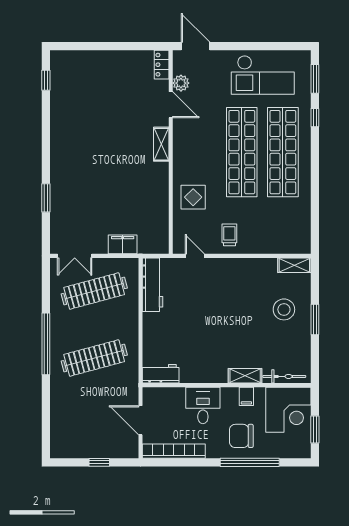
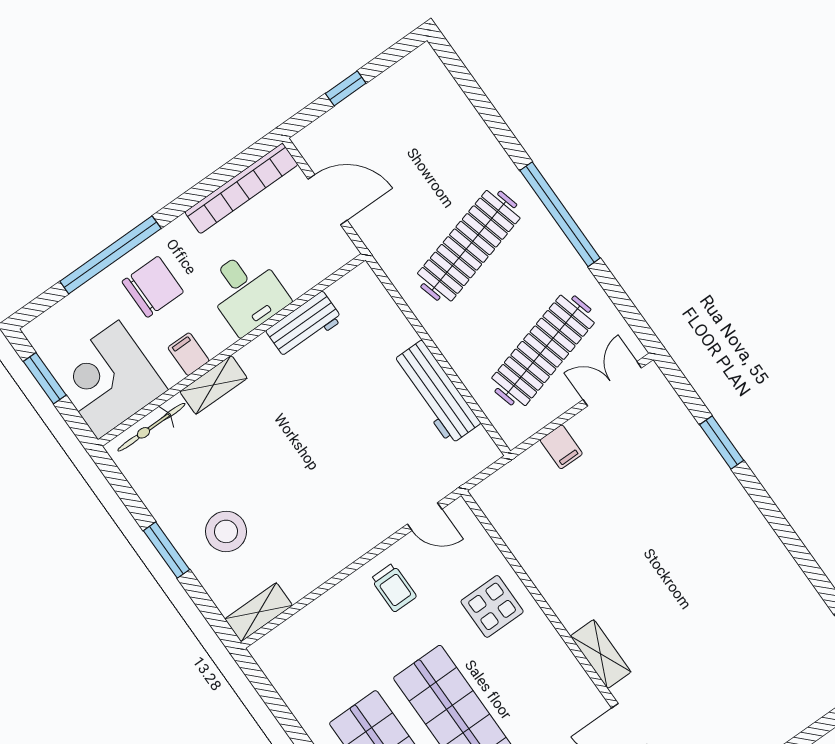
filing cabinet: (123, 244) -> (561, 447), width x0.50
workbench: (152, 285) -> (436, 392), moved
workbench: (161, 374) -> (304, 325), moved

